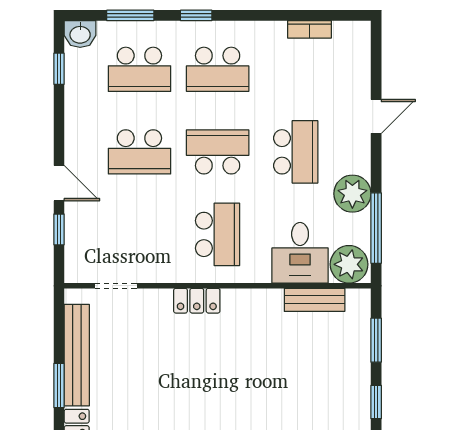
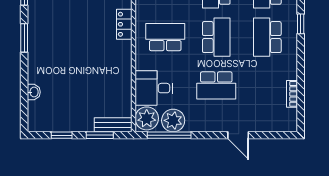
plant: (352, 194) -> (173, 120), moved
school desk: (218, 234) -> (165, 37), turned 180
bench: (315, 300) -> (113, 125), moved, turned 90

